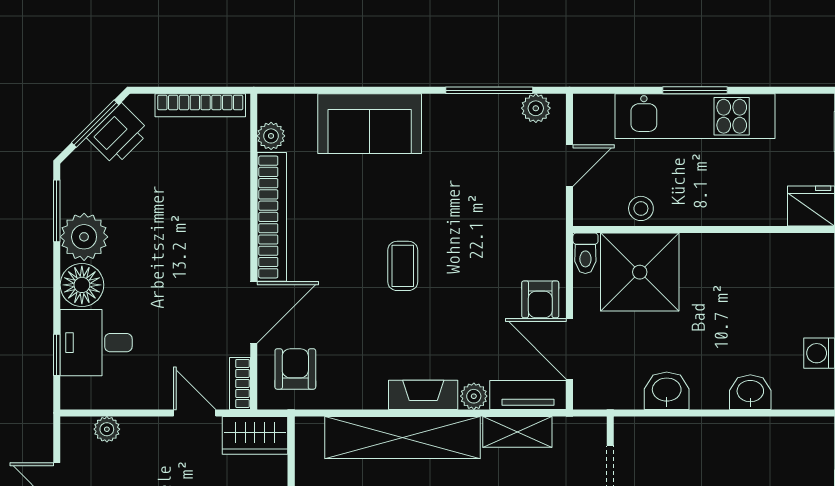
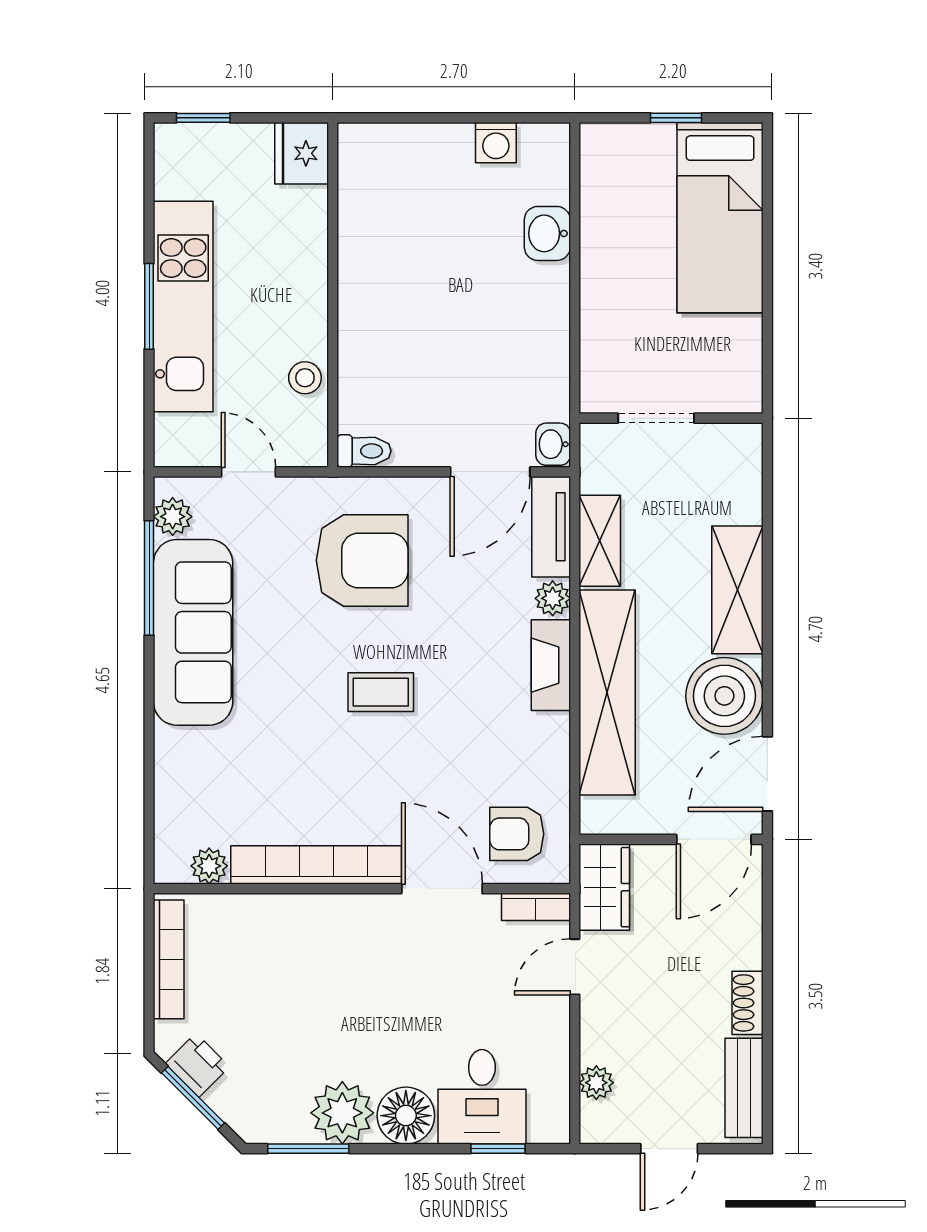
sofa: (370, 124) -> (193, 632), moved, width x1.36
printer: (118, 134) -> (197, 1065), width x0.73, depth x0.81
shower: (640, 272) -> (389, 379), removed
armchair: (540, 299) -> (362, 560), moved, width x1.88, depth x1.88
washbasin: (667, 391) -> (553, 444), moved, width x0.72, depth x0.69

